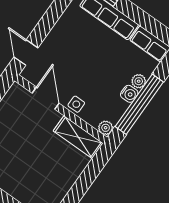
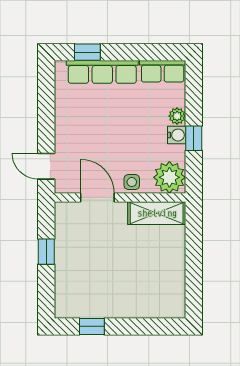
window: (139, 104) -> (194, 138), width x0.32
plant: (106, 128) -> (169, 177), width x1.88, depth x1.88

